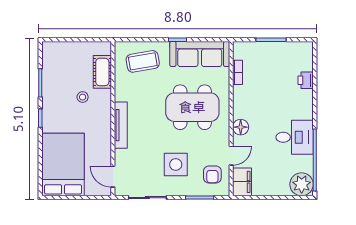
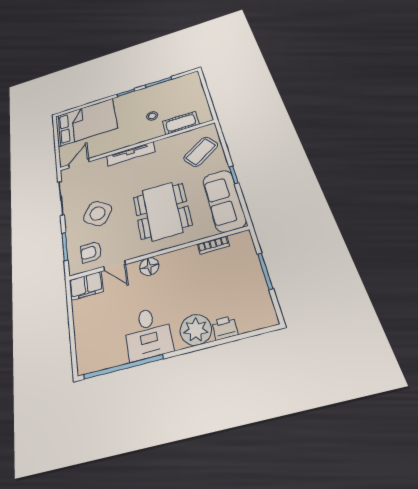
coffee table: (143, 61) -> (201, 152), turned 65
side table: (176, 164) -> (98, 213), turned 34
plant: (302, 184) -> (196, 330), moved

